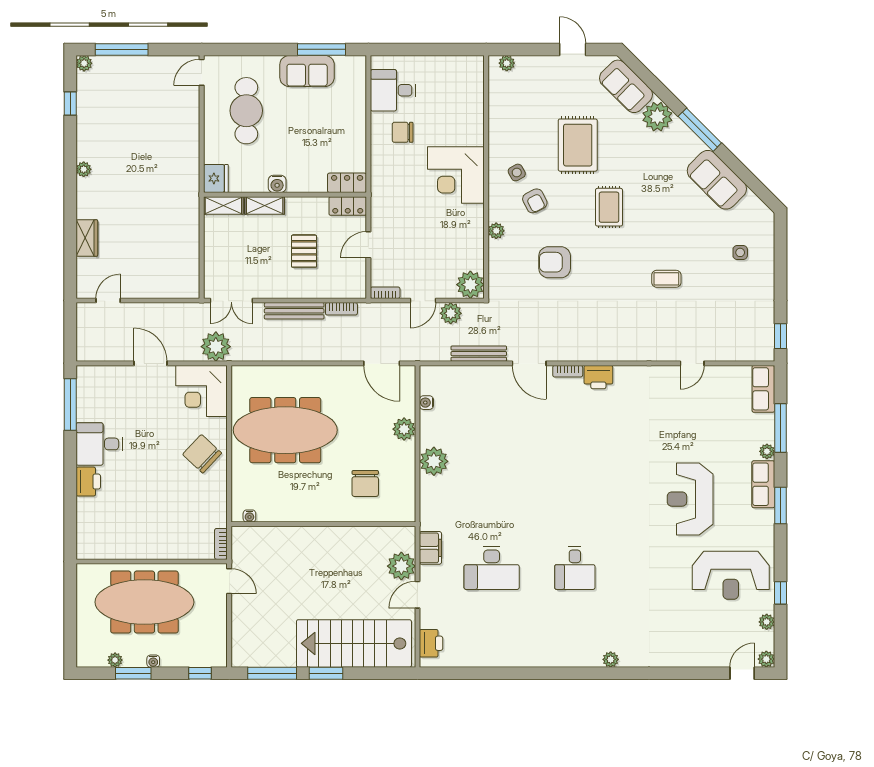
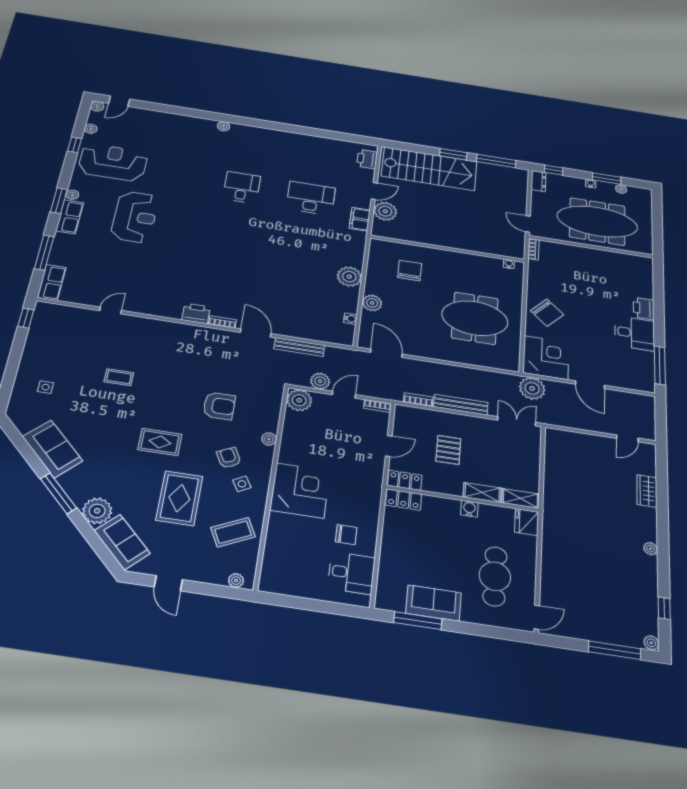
coffee table: (518, 116) -> (233, 532), added
rug: (609, 207) -> (160, 442), turned 90
meeting table: (285, 430) -> (475, 318), width x0.73
plant: (767, 451) -> (72, 195), moved
dresser: (218, 652) -> (538, 181), added

